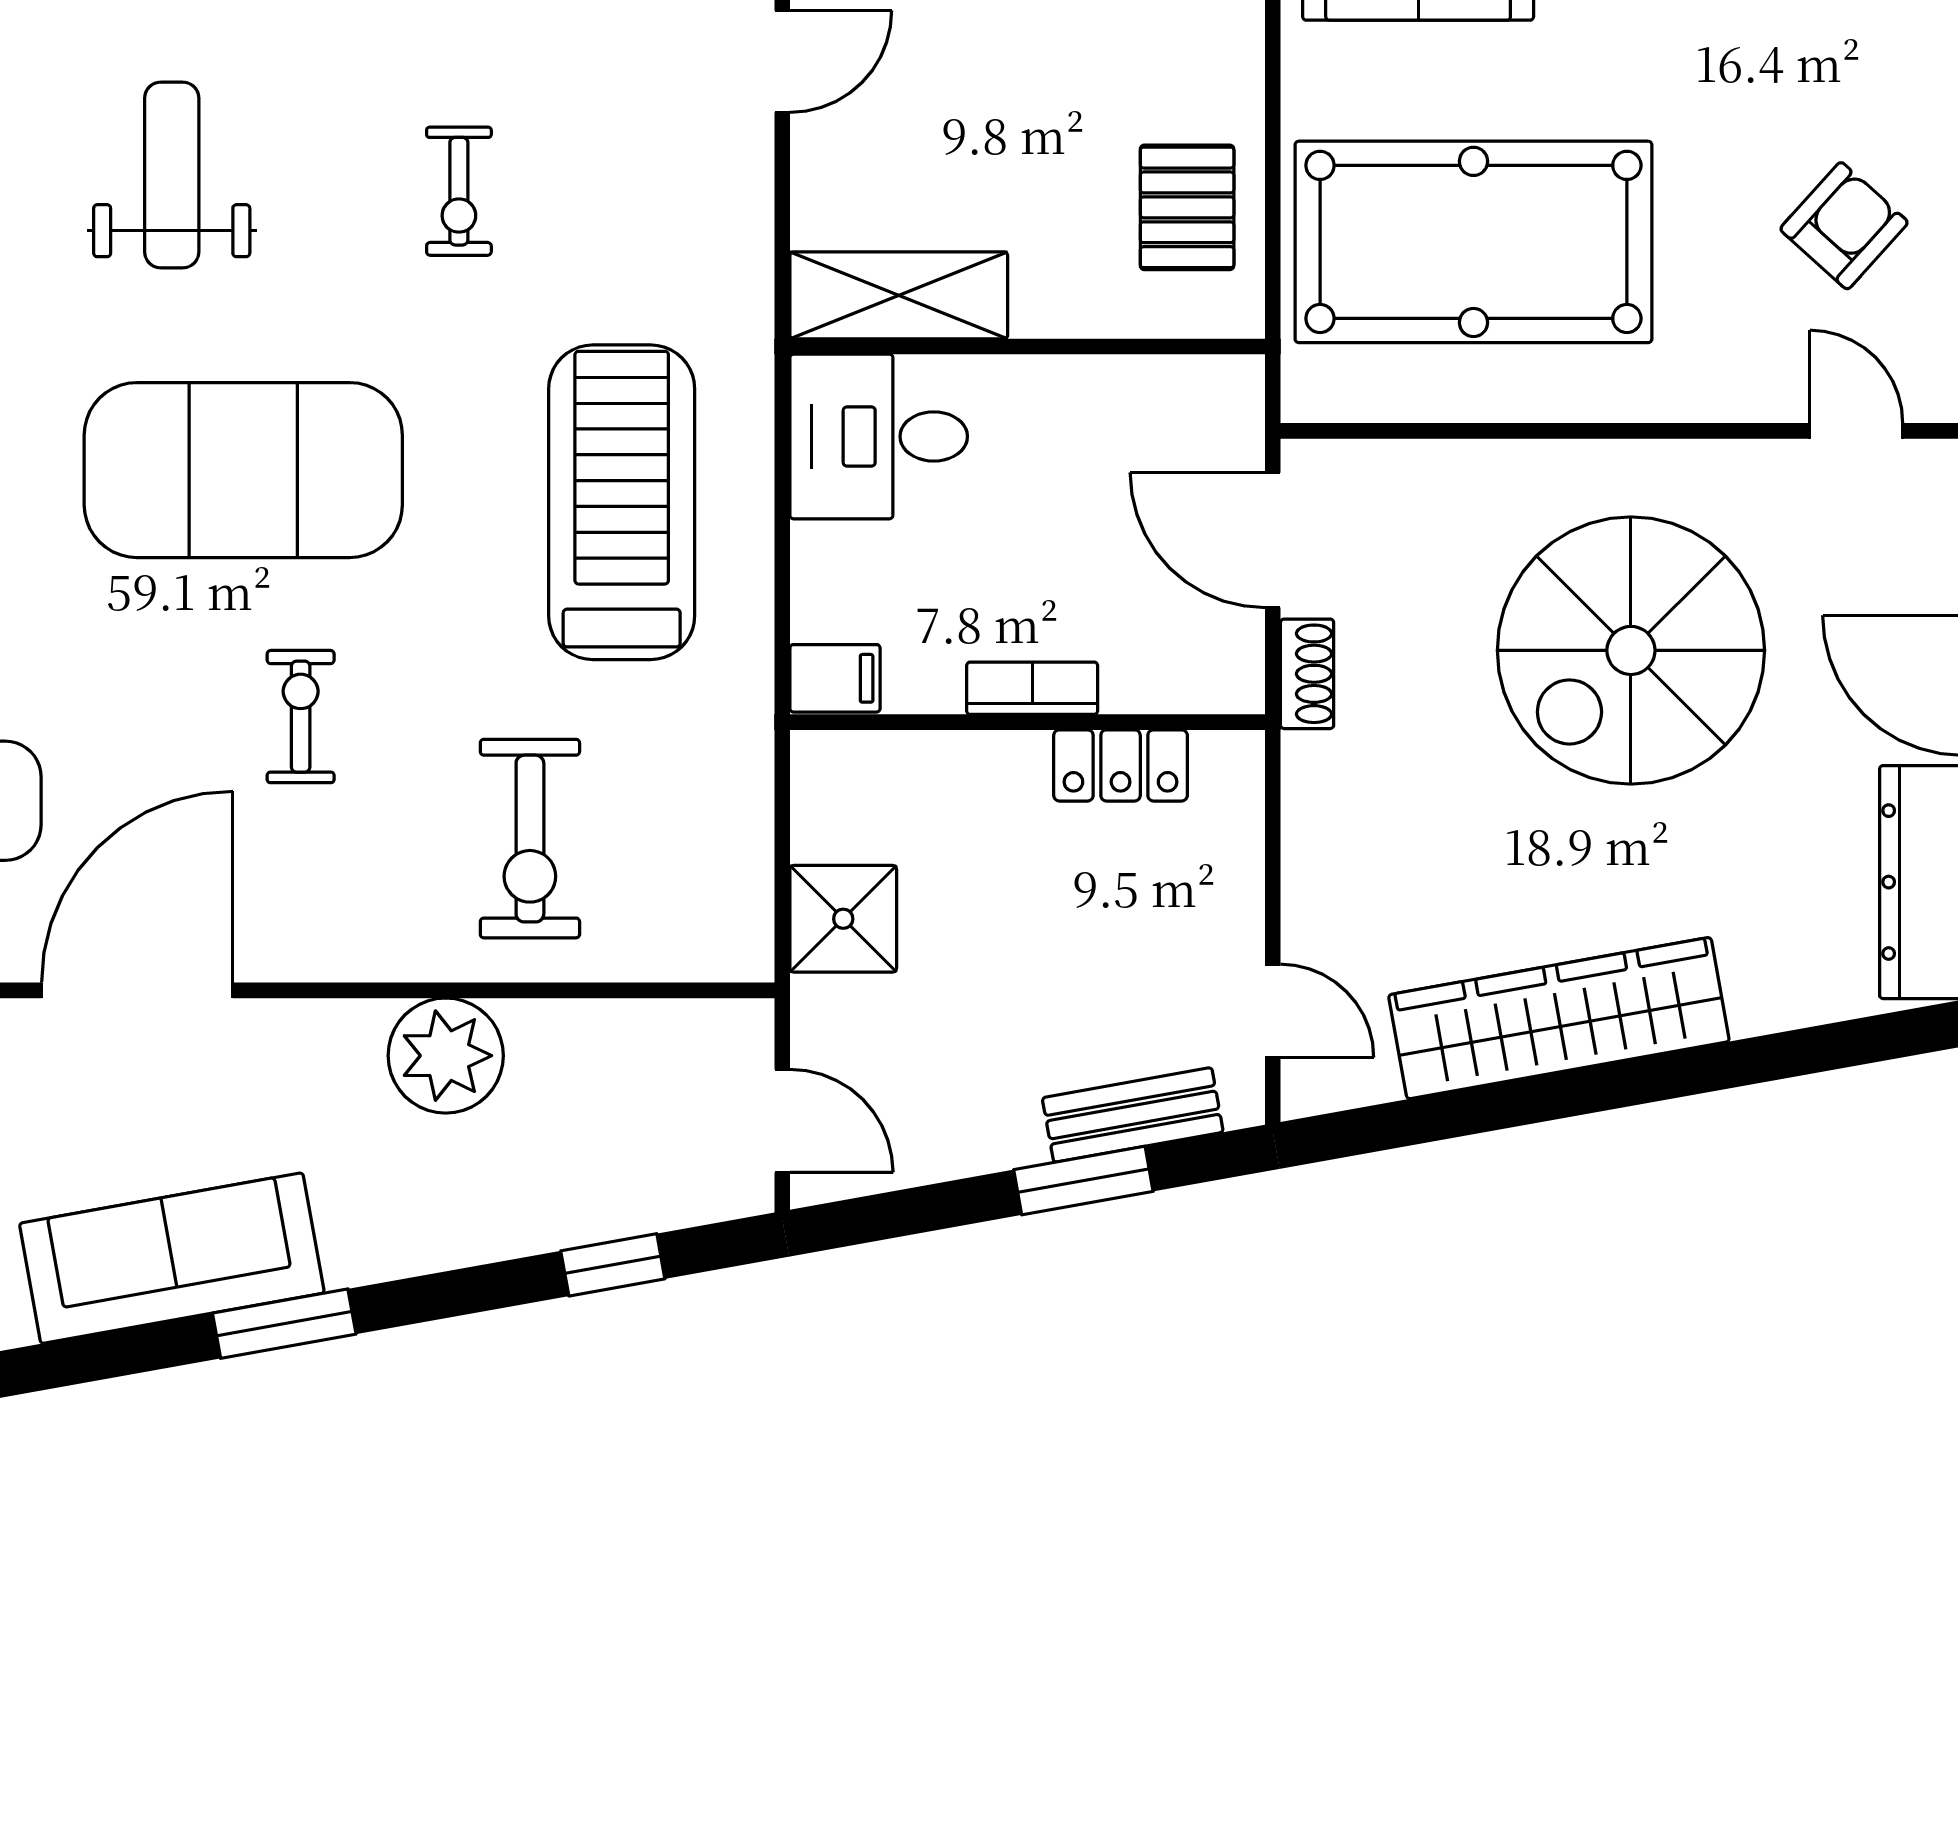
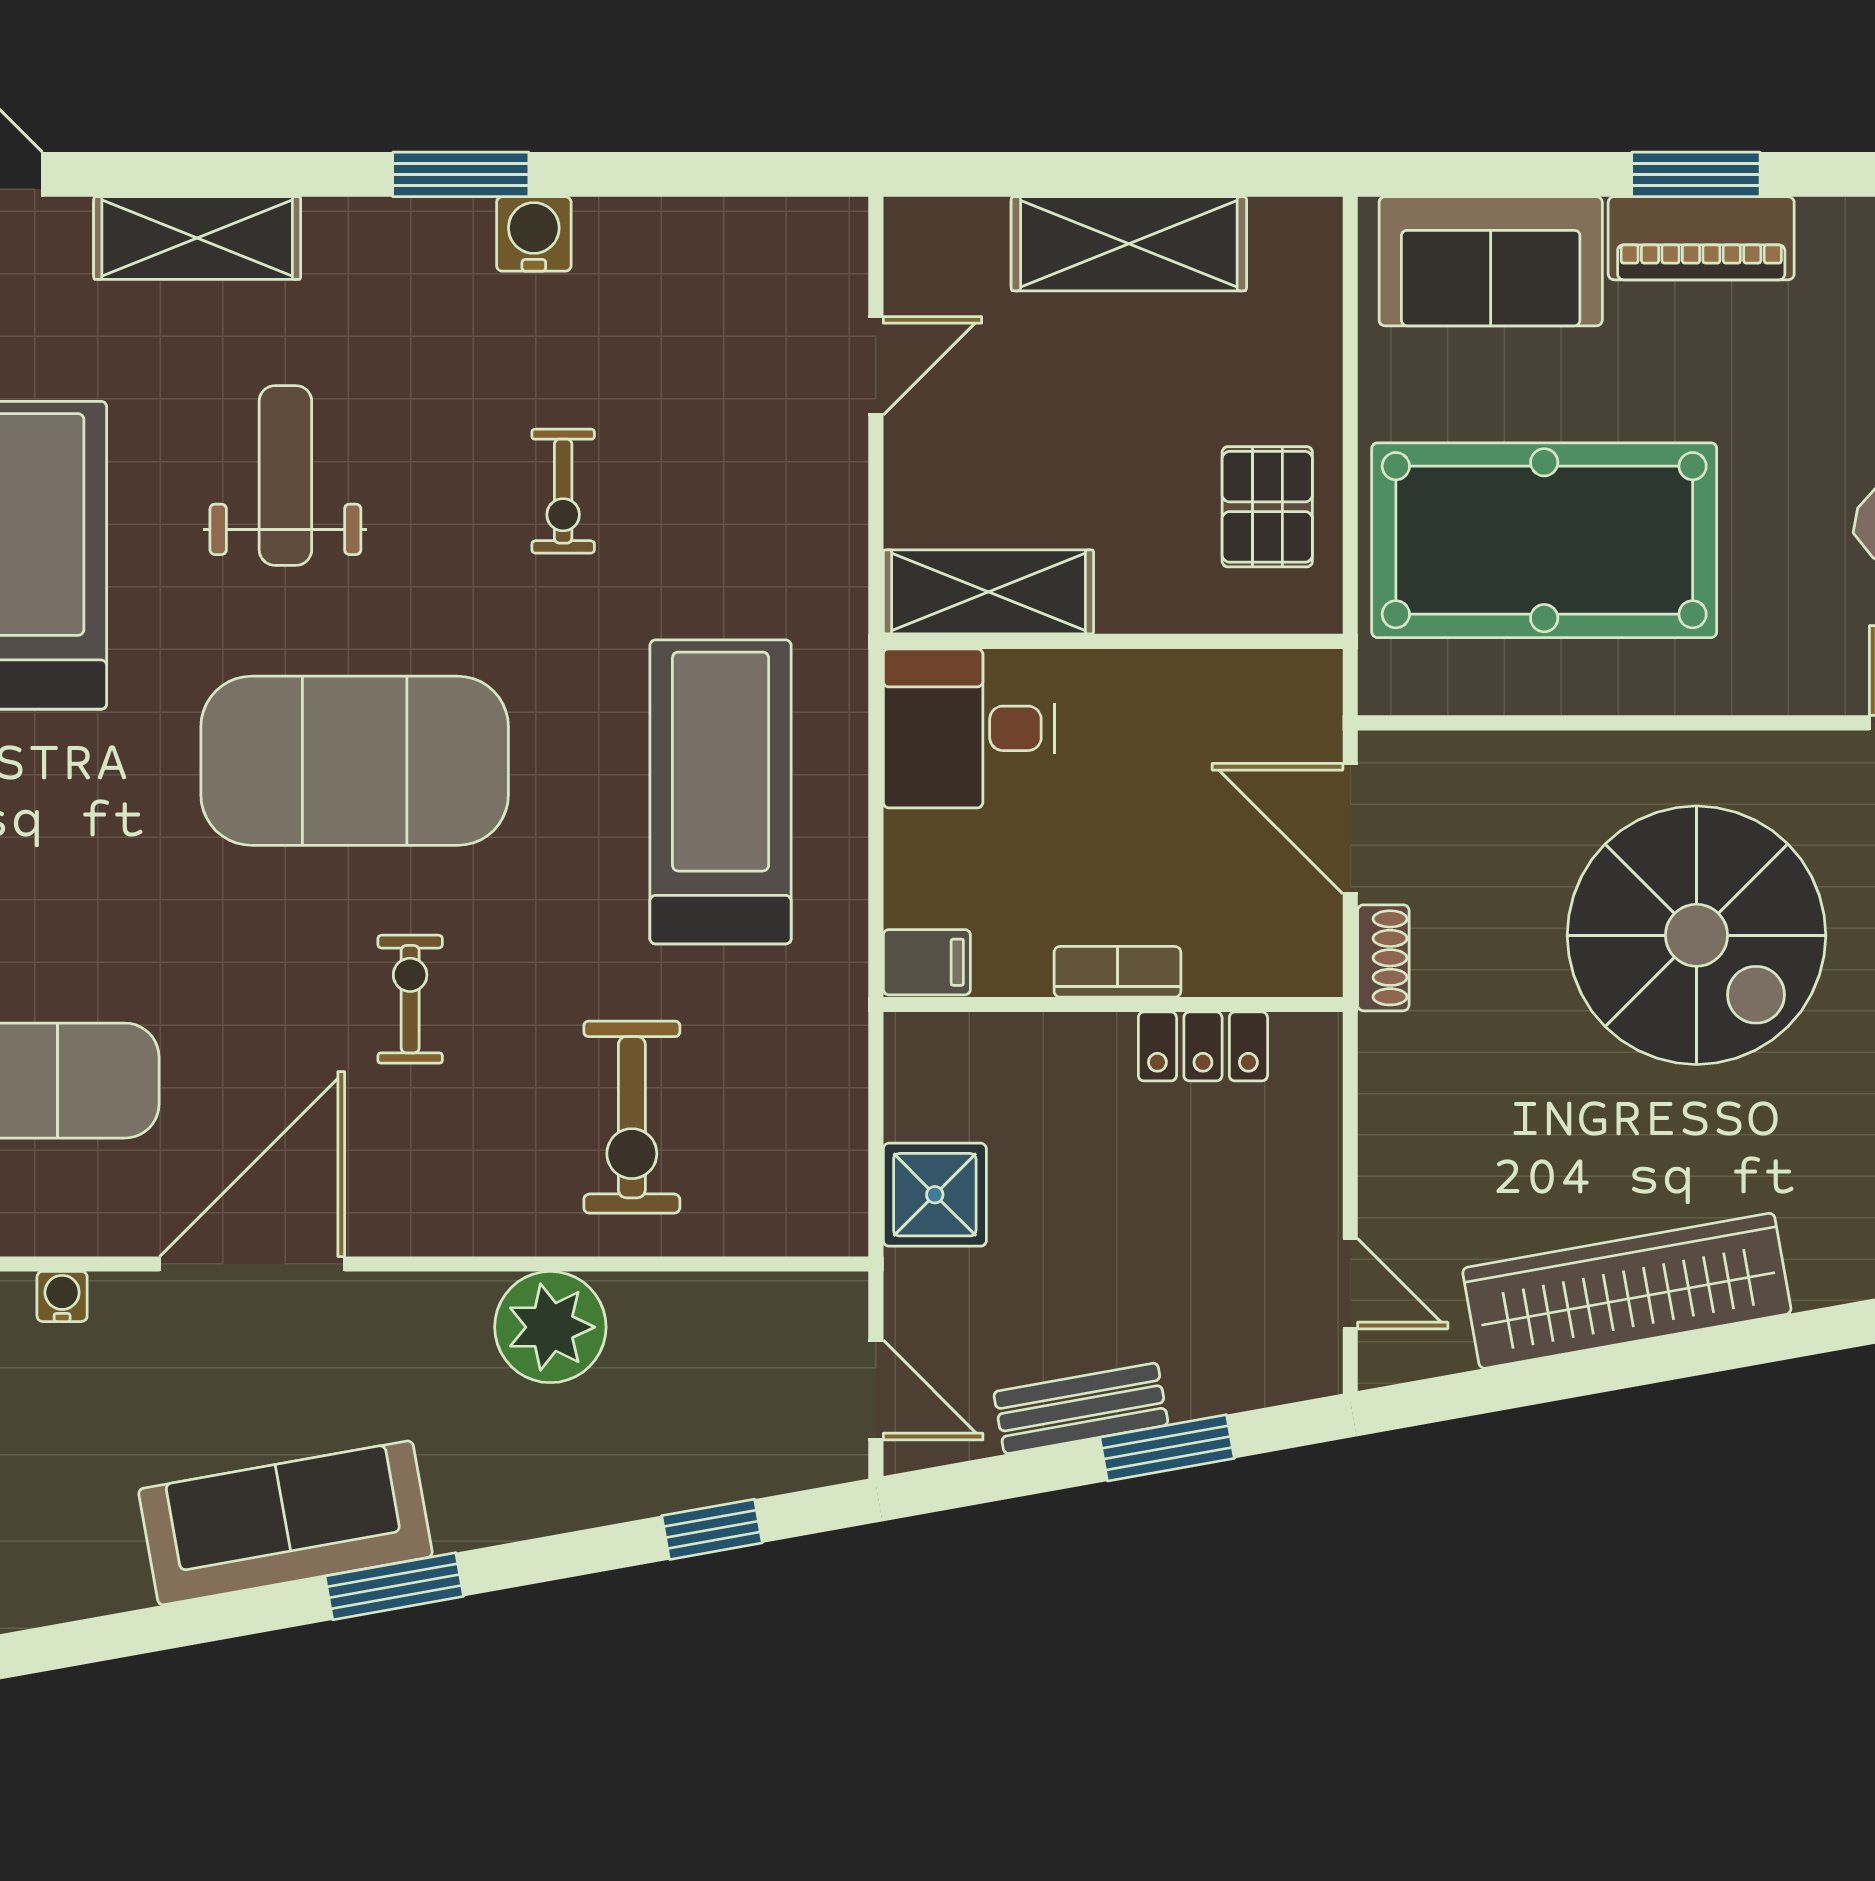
spiral stairs: (1631, 650) -> (1696, 935), turned -90
bench: (1133, 1115) -> (1081, 1408), moved

